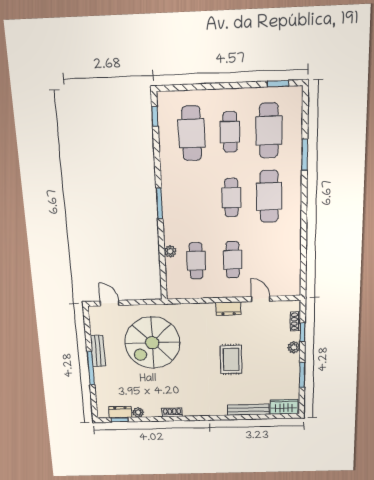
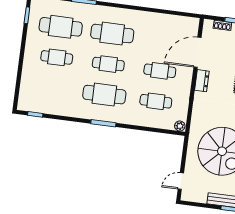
cafe table: (192, 133) -> (104, 95), moved
plant: (170, 251) -> (180, 126), moved
door: (260, 299) -> (197, 52), width x1.88

